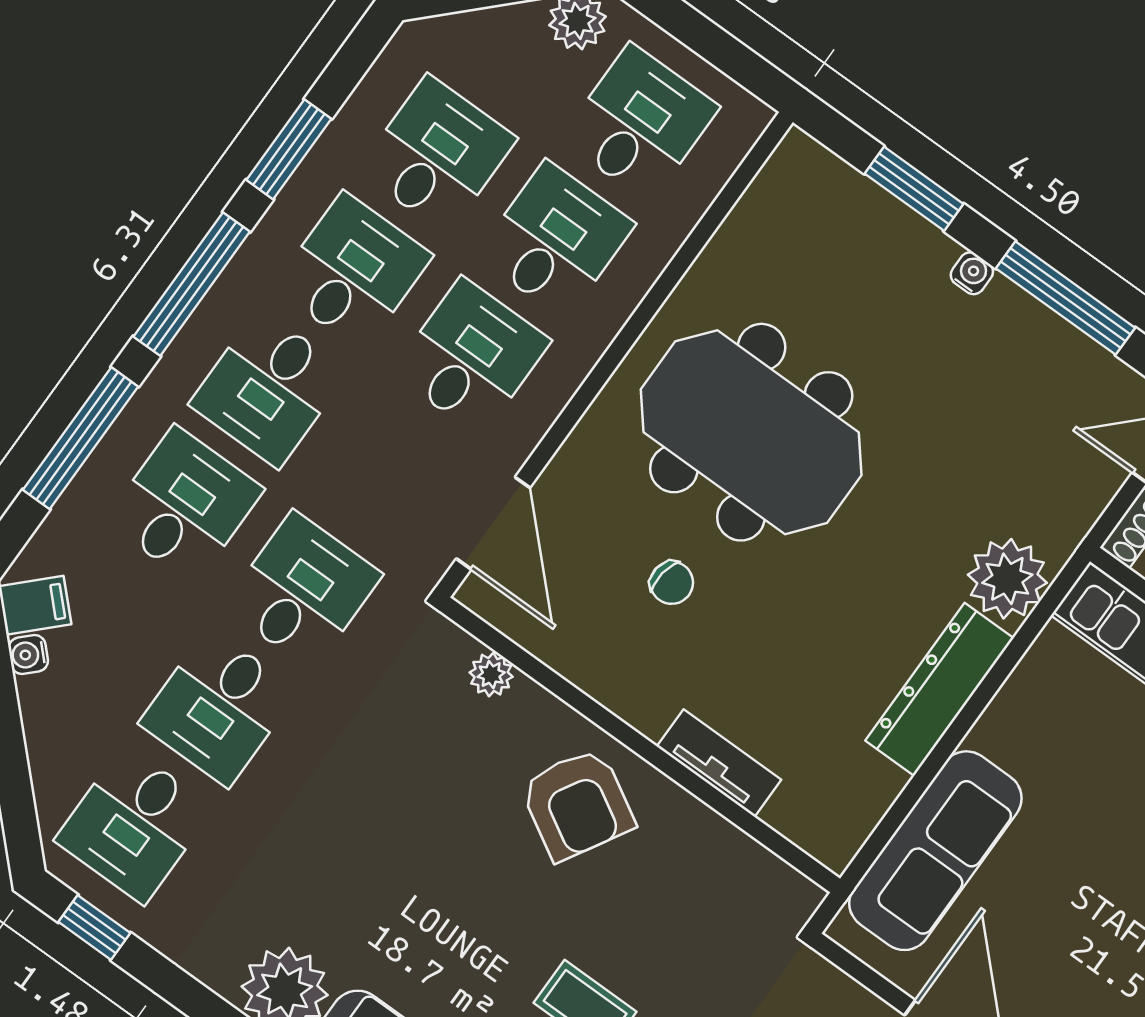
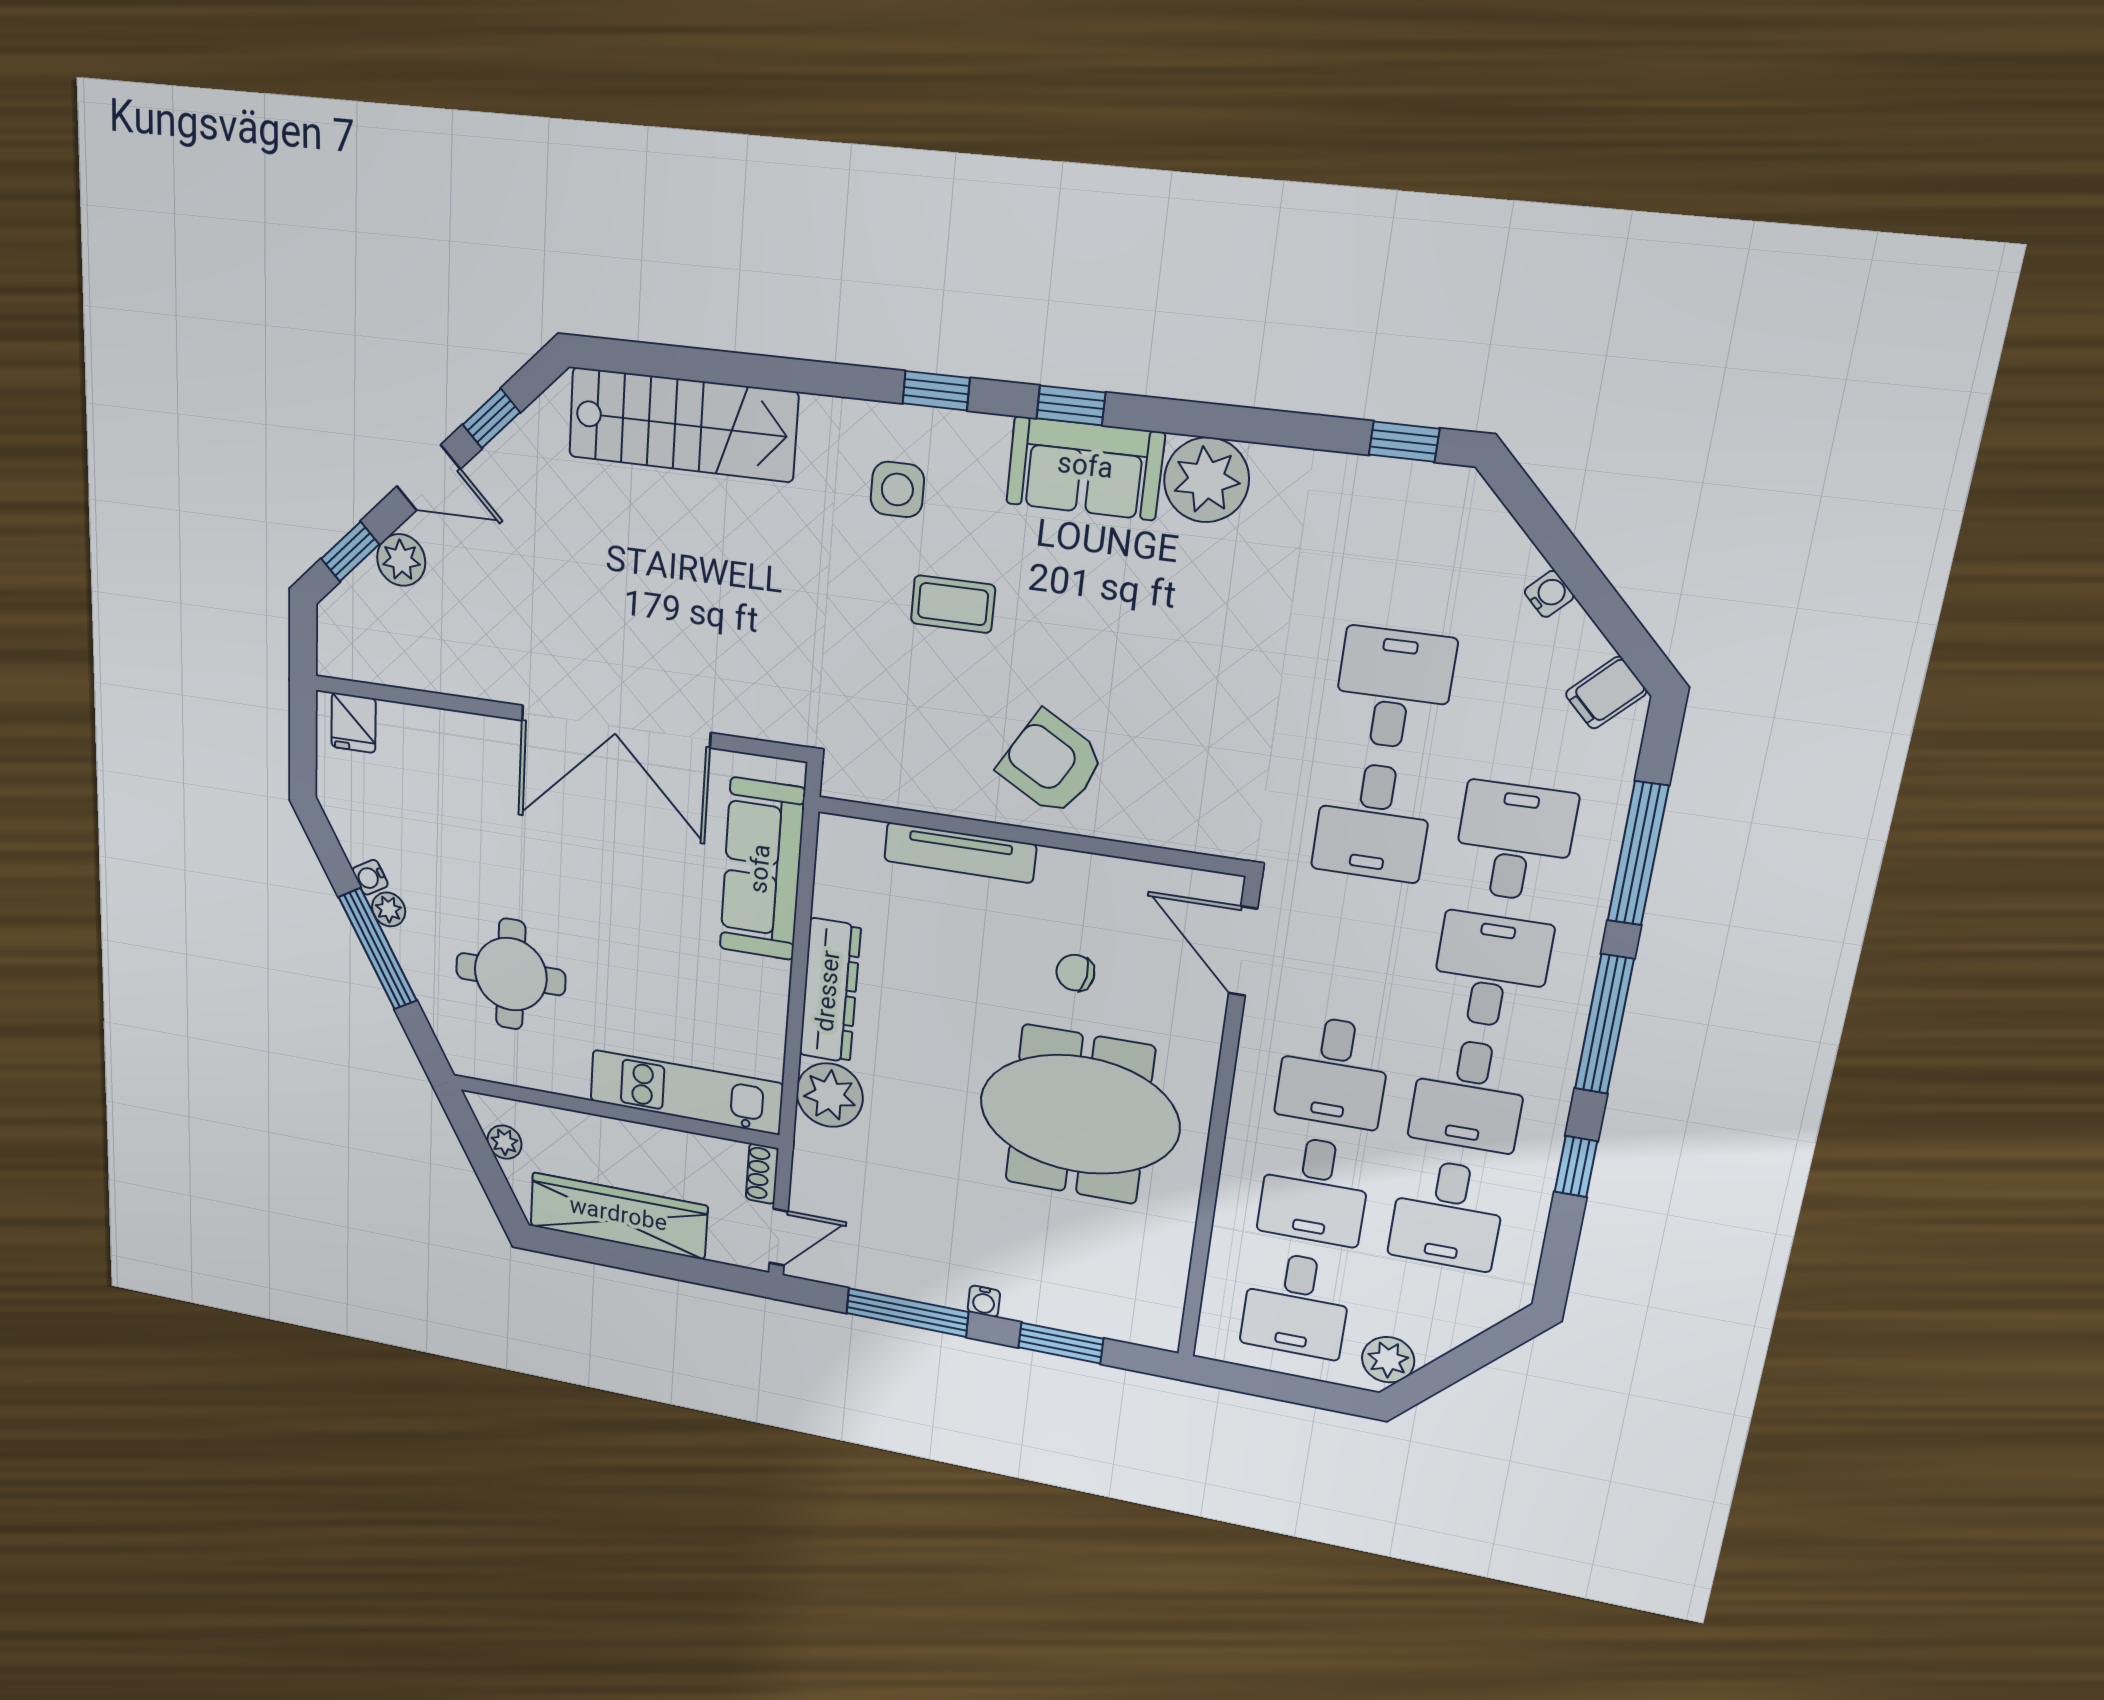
window: (289, 149) -> (1576, 1167), width x0.67
desk: (184, 505) -> (1514, 842), turned 180
water cooler: (28, 655) -> (1549, 594), moved
plant: (491, 675) -> (1178, 831), removed
tv unit: (719, 763) -> (960, 853), width x1.41
desk: (134, 824) -> (1416, 551), removed

